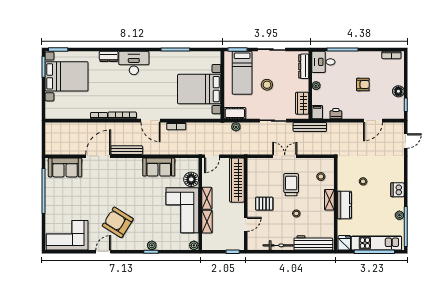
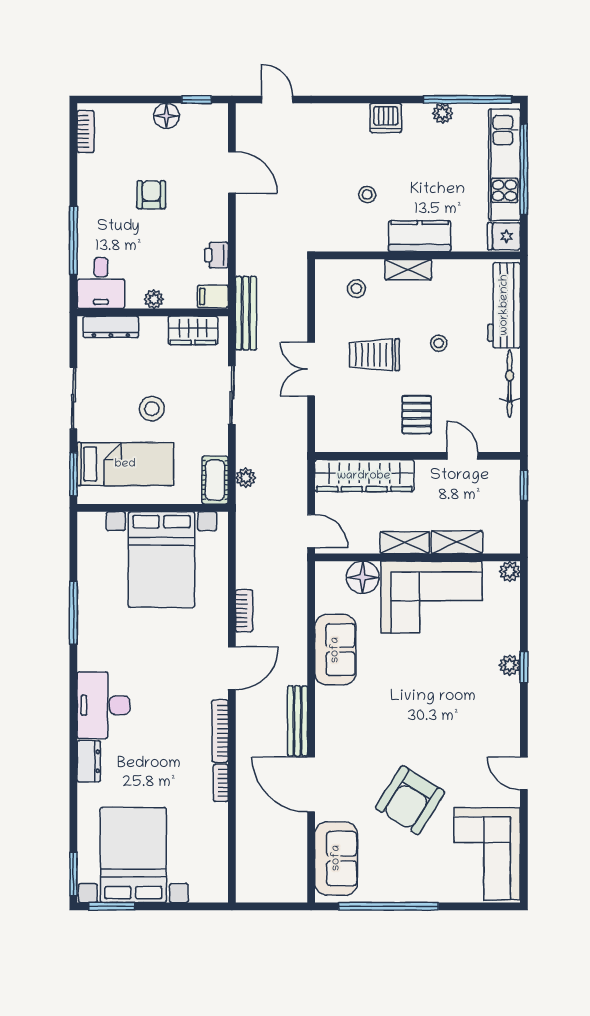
armchair: (118, 222) -> (410, 800), moved

